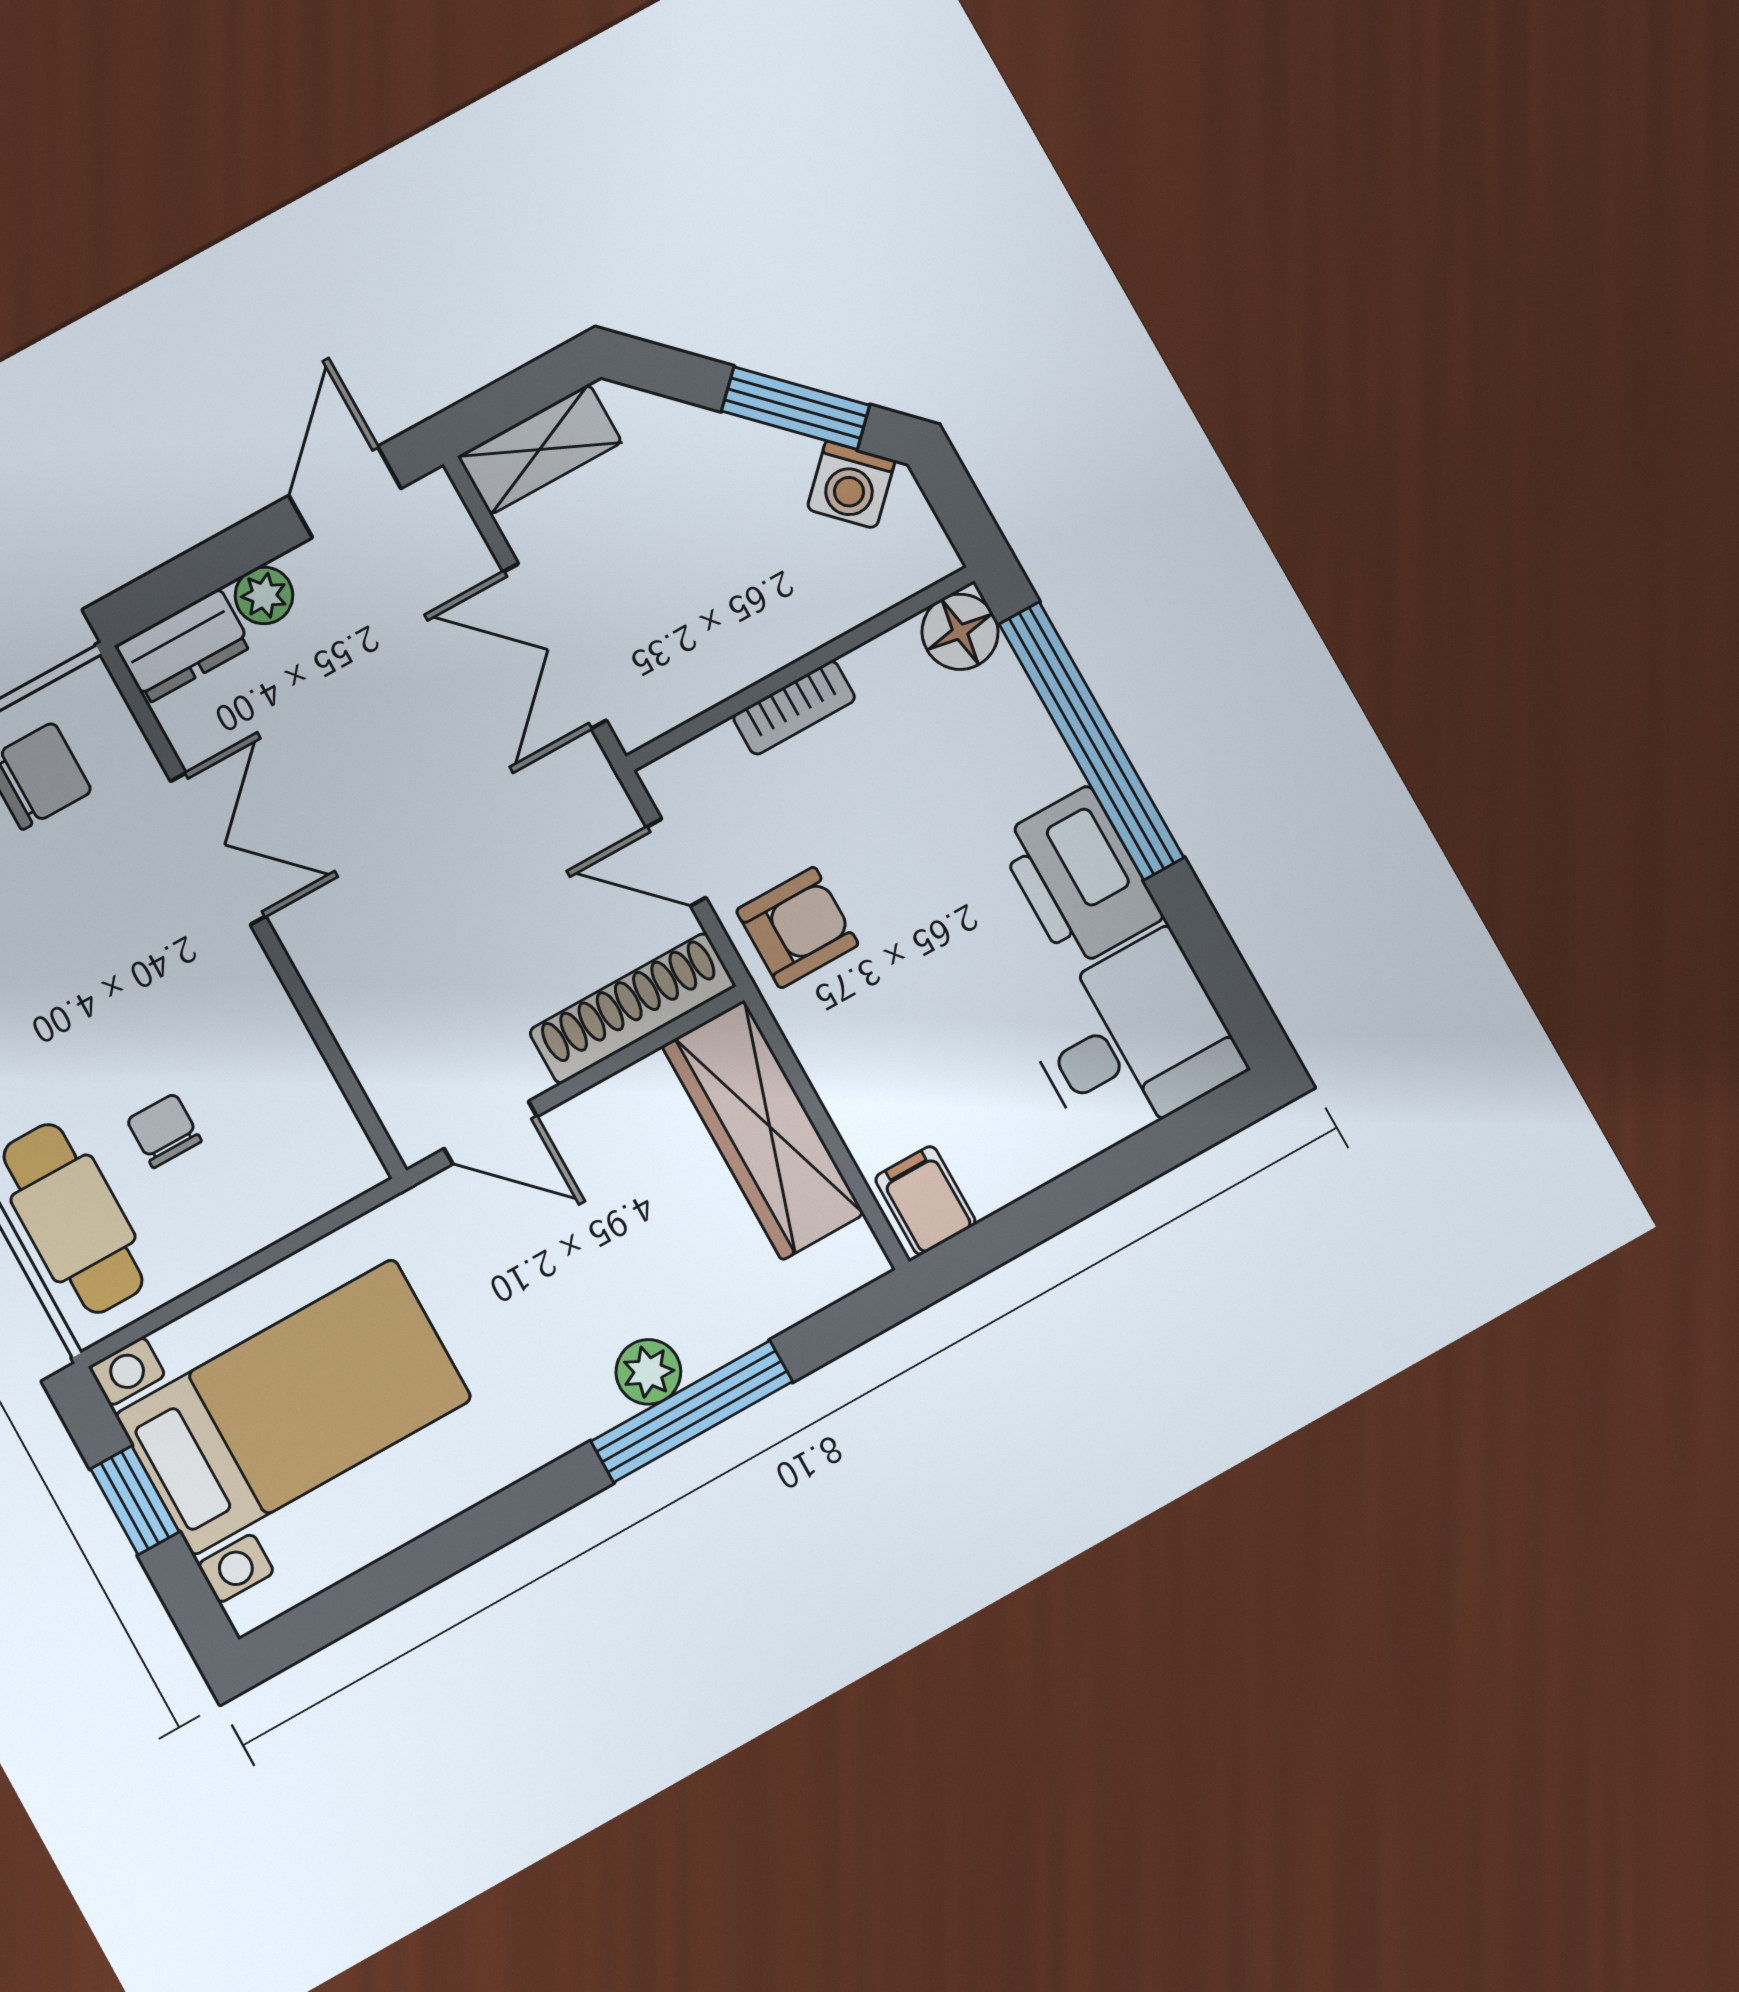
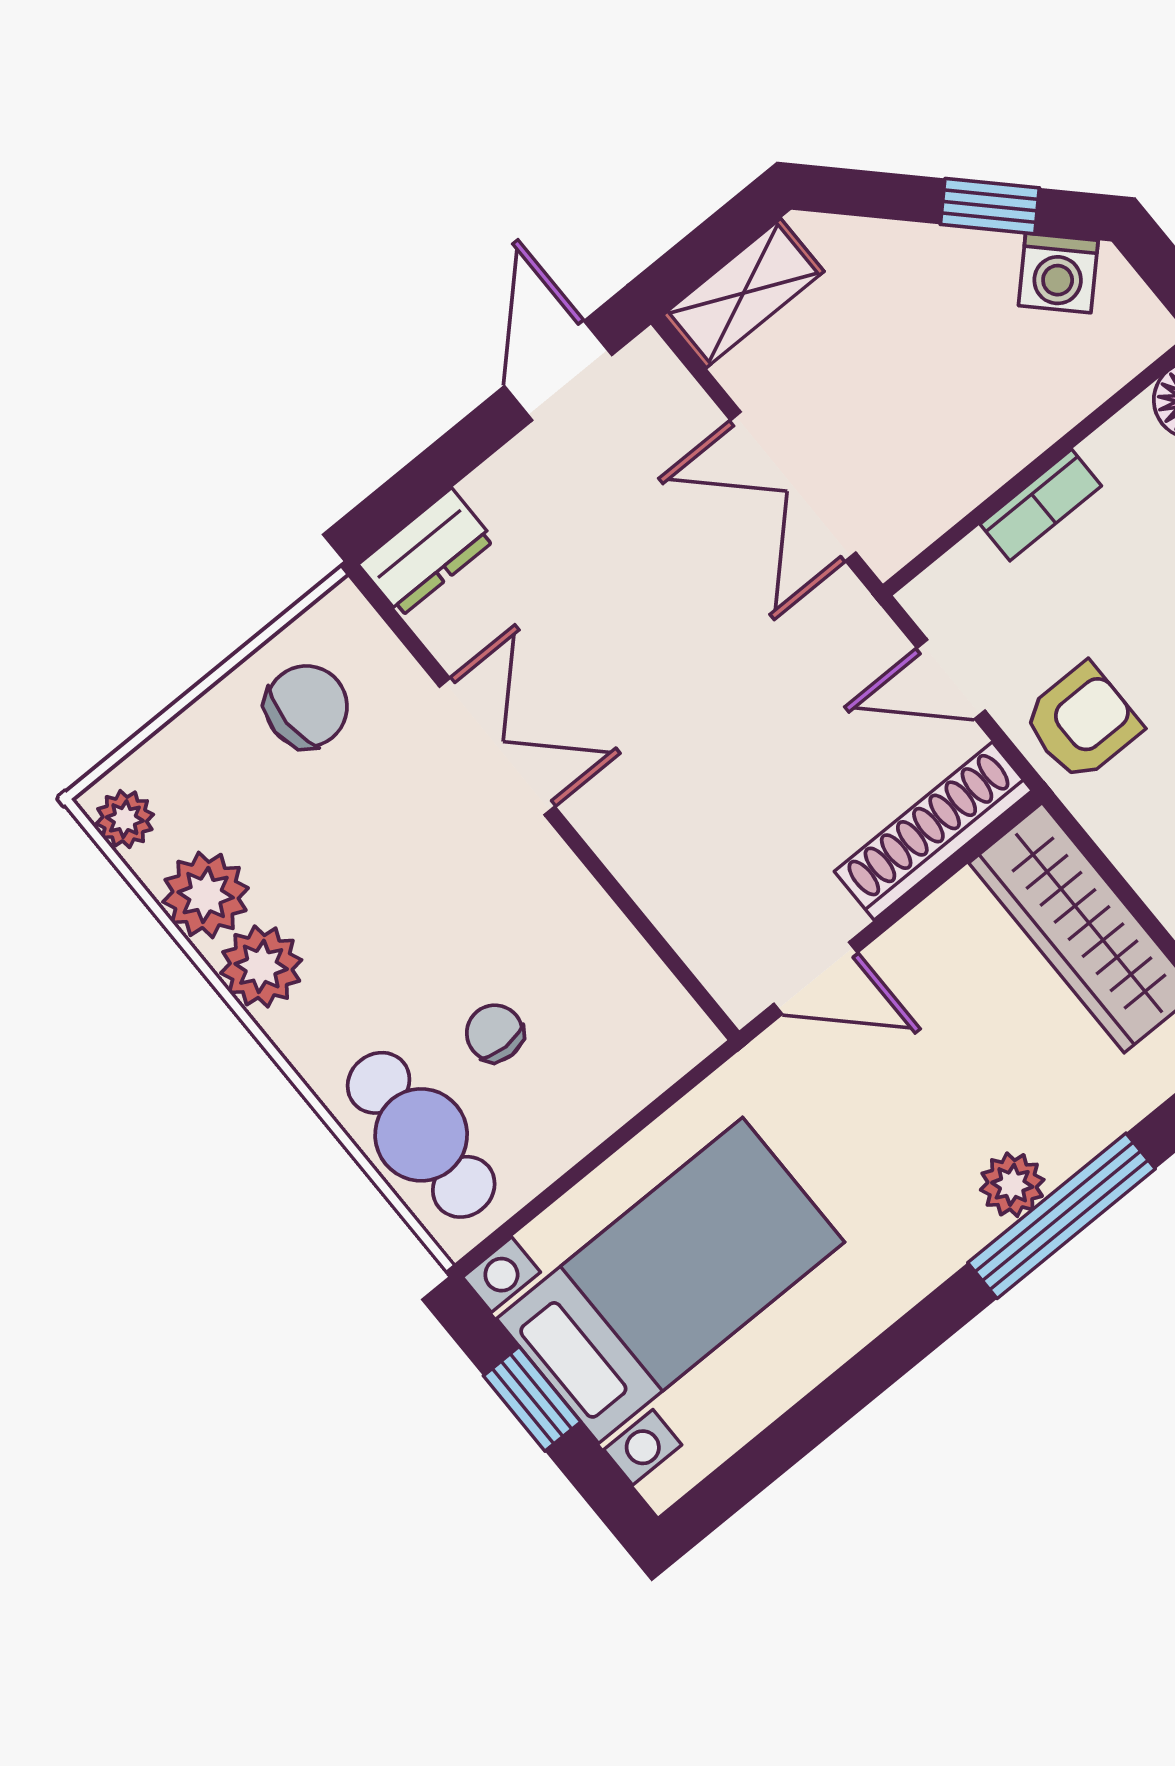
window: (796, 408) -> (990, 206), width x0.67
plant: (264, 595) -> (497, 488), removed

